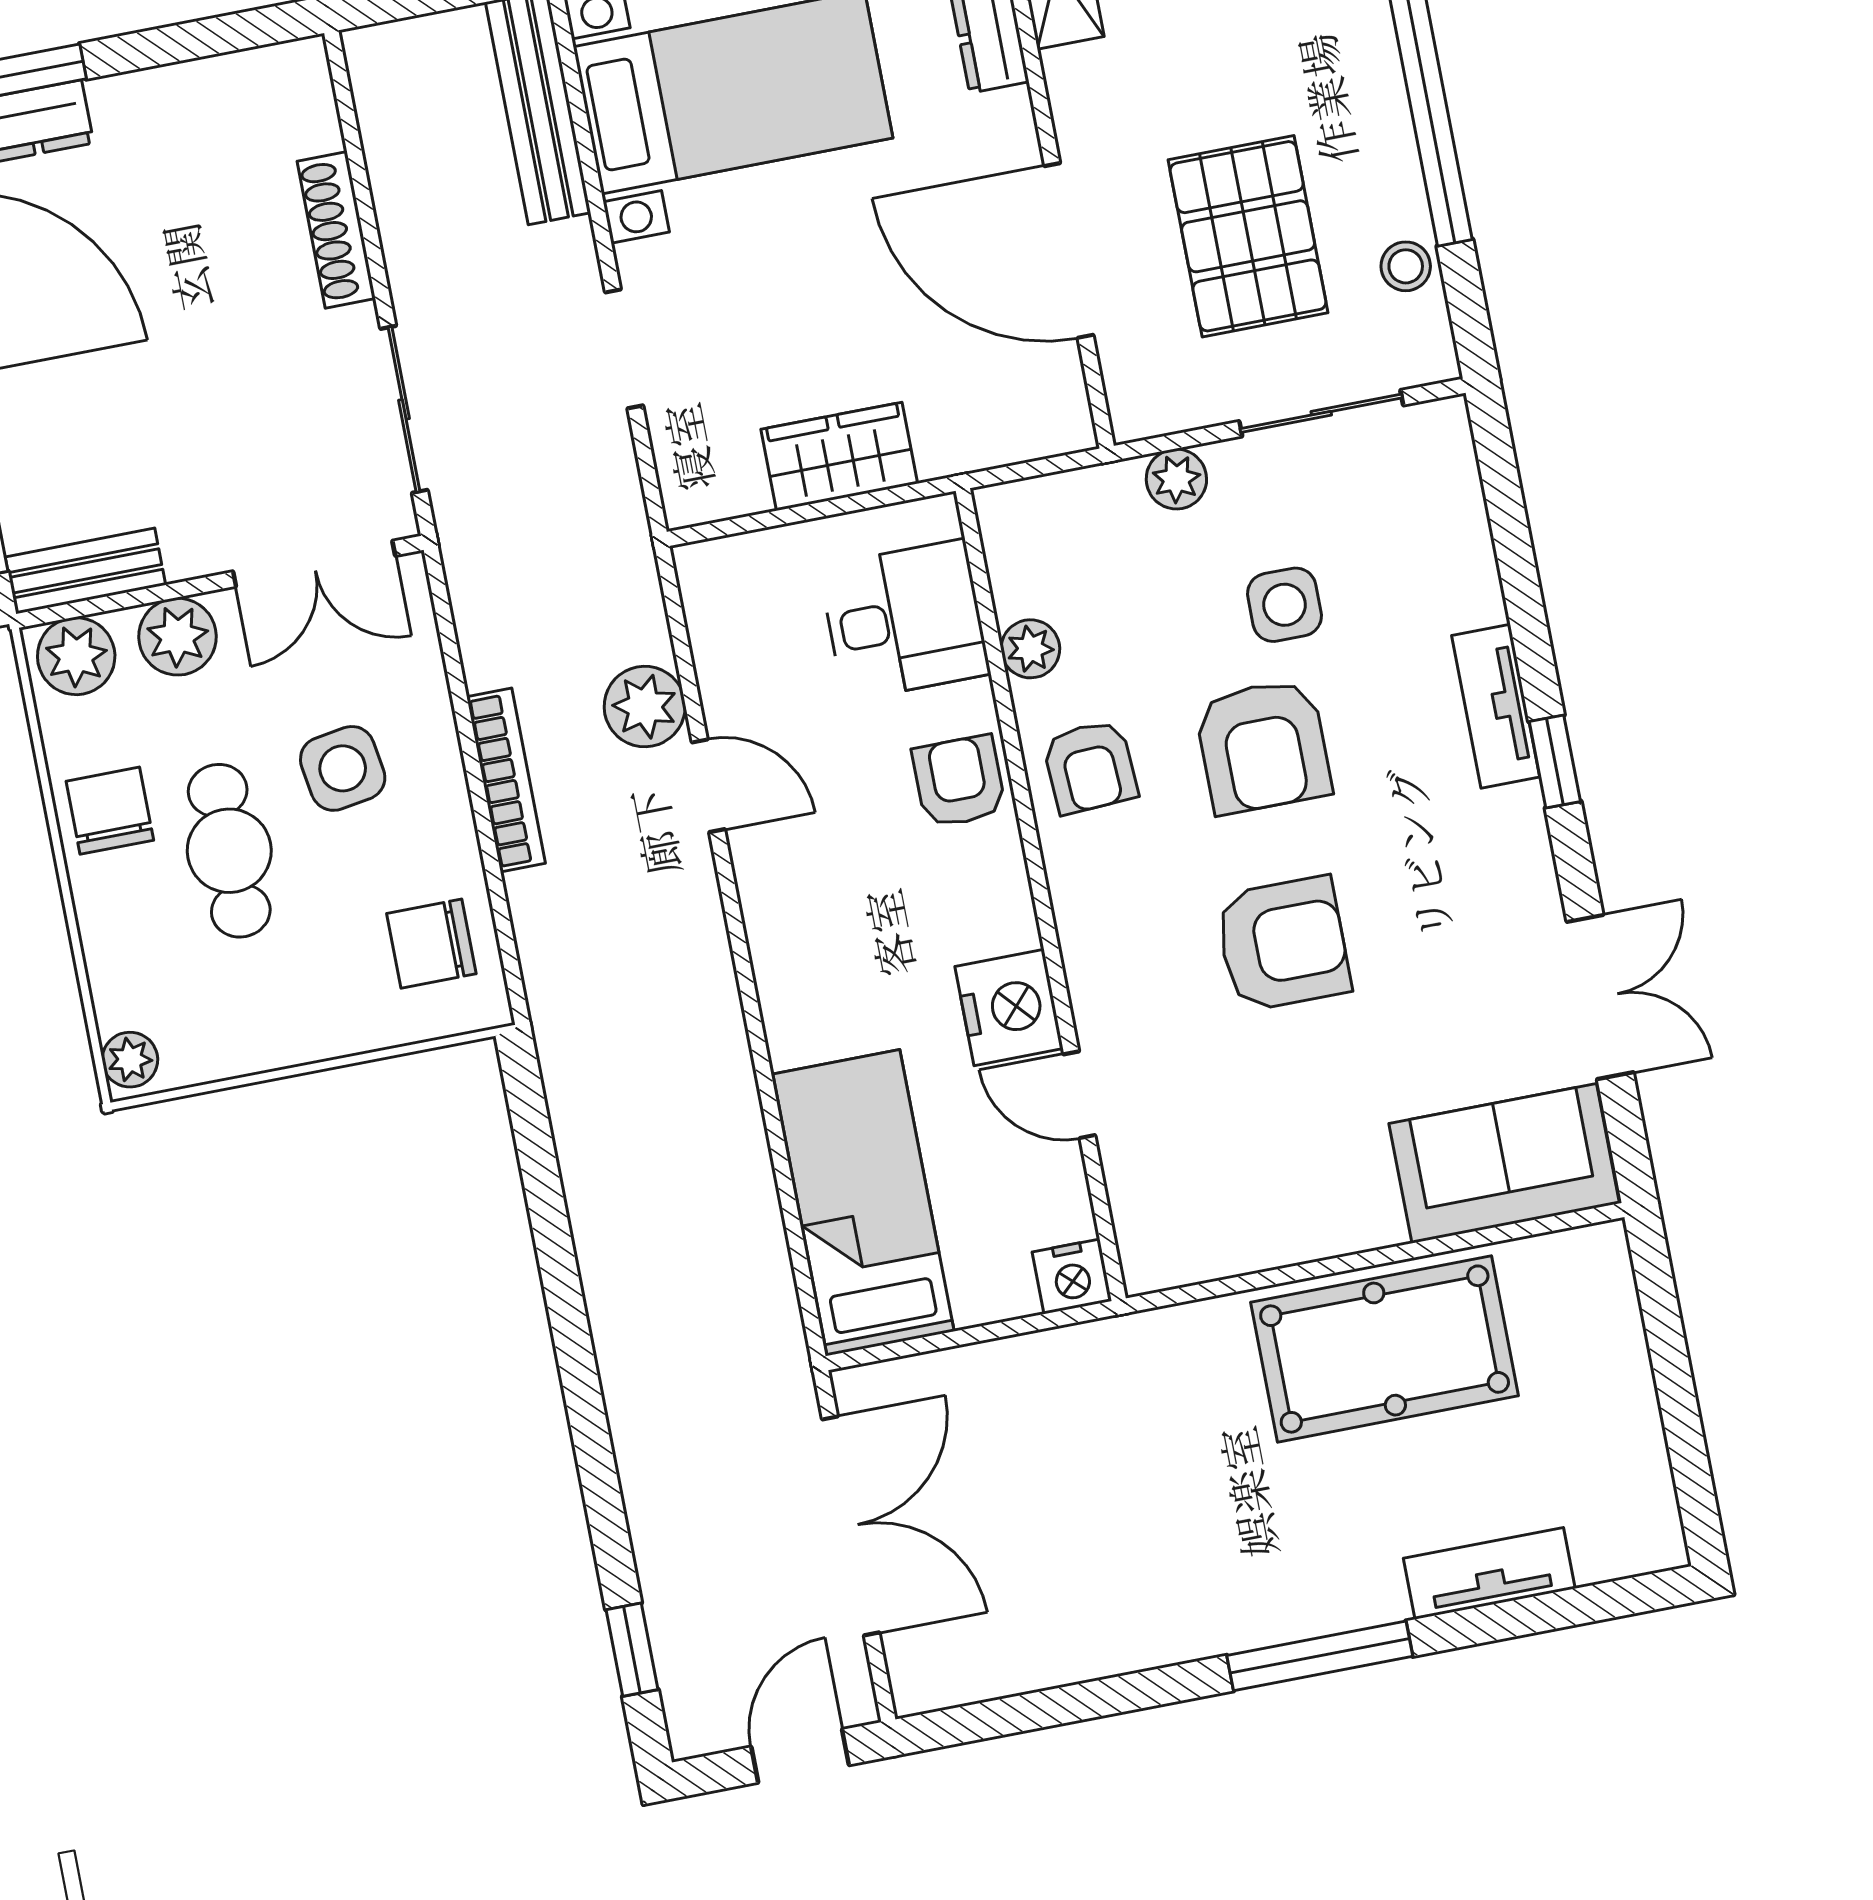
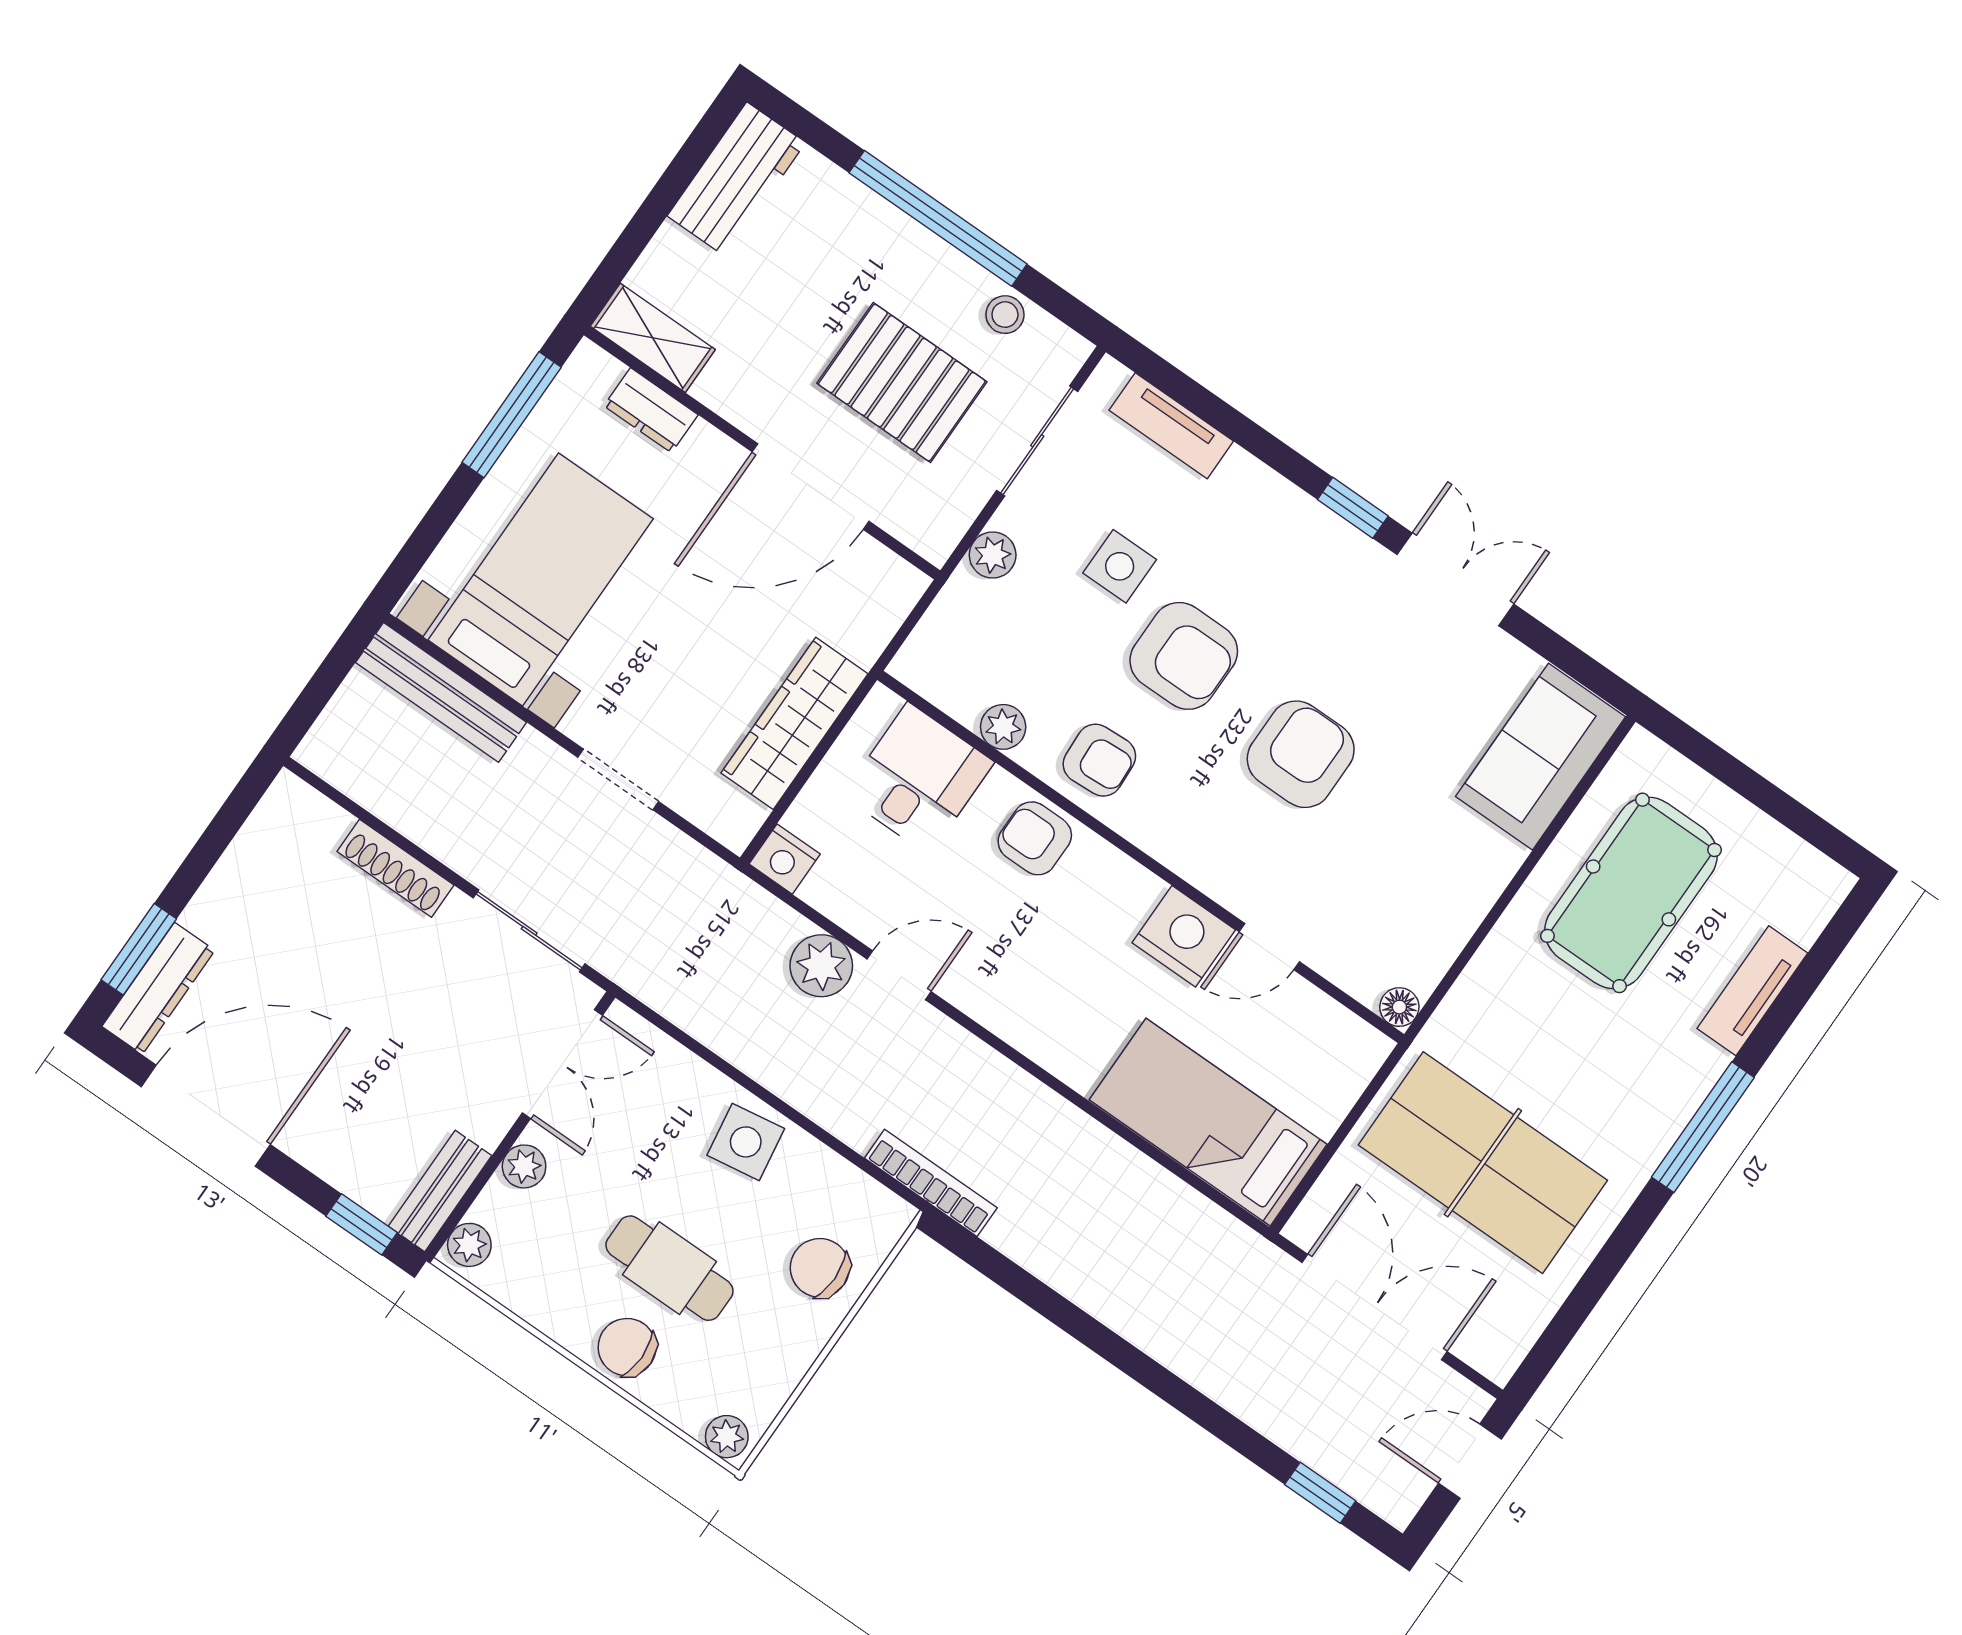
wardrobe: (839, 456) -> (794, 723), width x1.50
plant: (178, 637) -> (524, 1166), width x0.73, depth x0.73
plant: (76, 656) -> (469, 1245), width x0.73, depth x0.73
tv unit: (1496, 706) -> (1171, 426), moved
side table: (343, 768) -> (746, 1142), moved
bookcase: (506, 780) -> (931, 1183), moved
chair: (110, 811) -> (627, 1347), moved
chair: (431, 944) -> (820, 1268), moved, turned 90
double door: (1600, 997) -> (1455, 579), moved
floor lamp: (1146, 1269) -> (1399, 1007), added
nightstand: (1072, 1276) -> (785, 859), moved, turned 90
pool table: (1385, 1349) -> (1631, 893), moved
table tennis table: (1083, 1489) -> (1483, 1163), added
door: (800, 1756) -> (1470, 1461), hinge flipped

